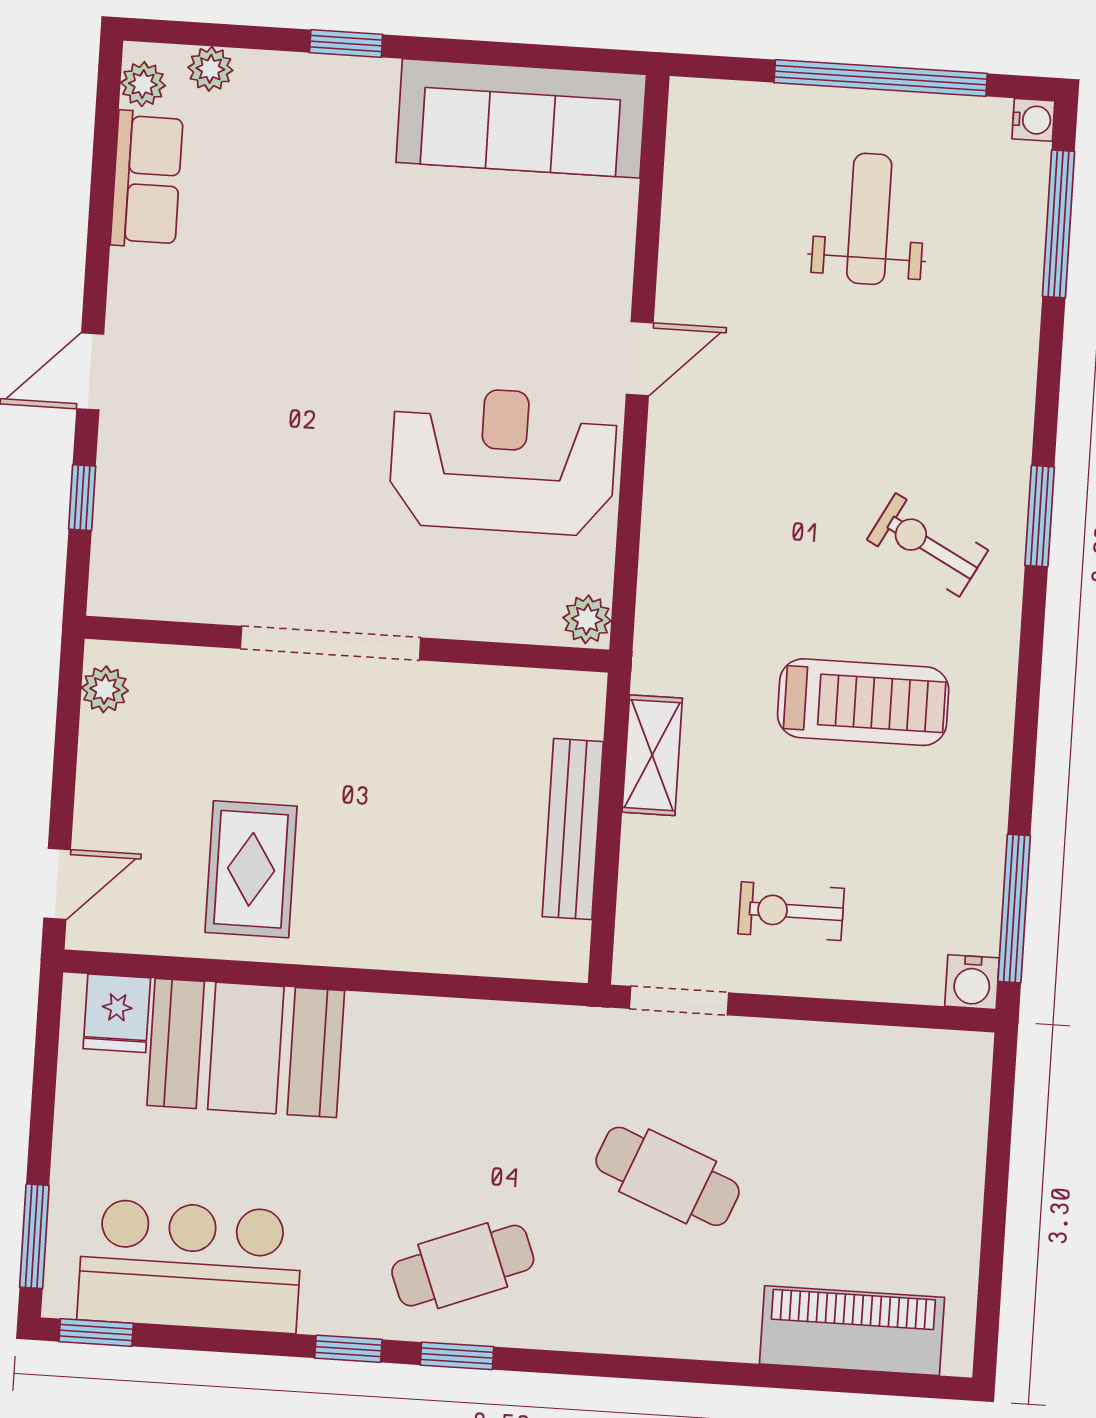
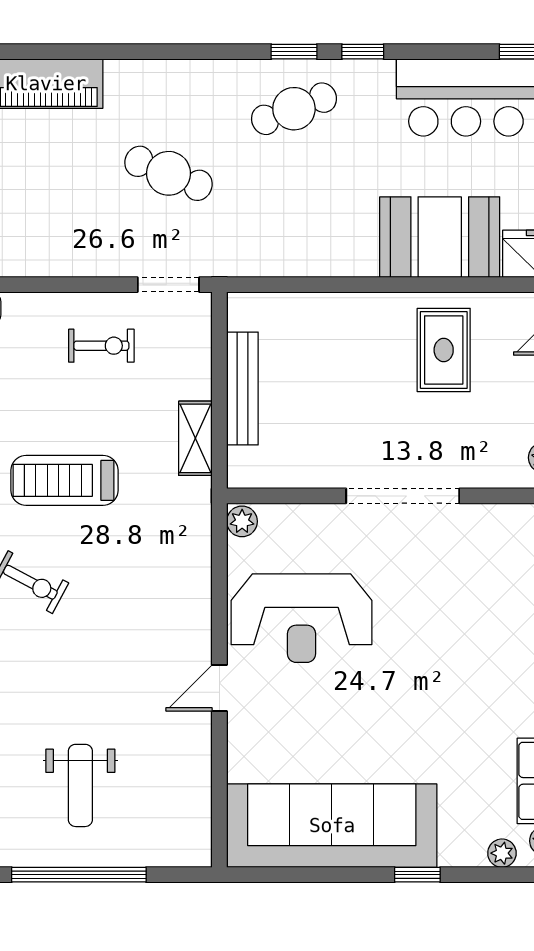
sofa: (521, 118) -> (332, 826), width x1.36, depth x1.27

